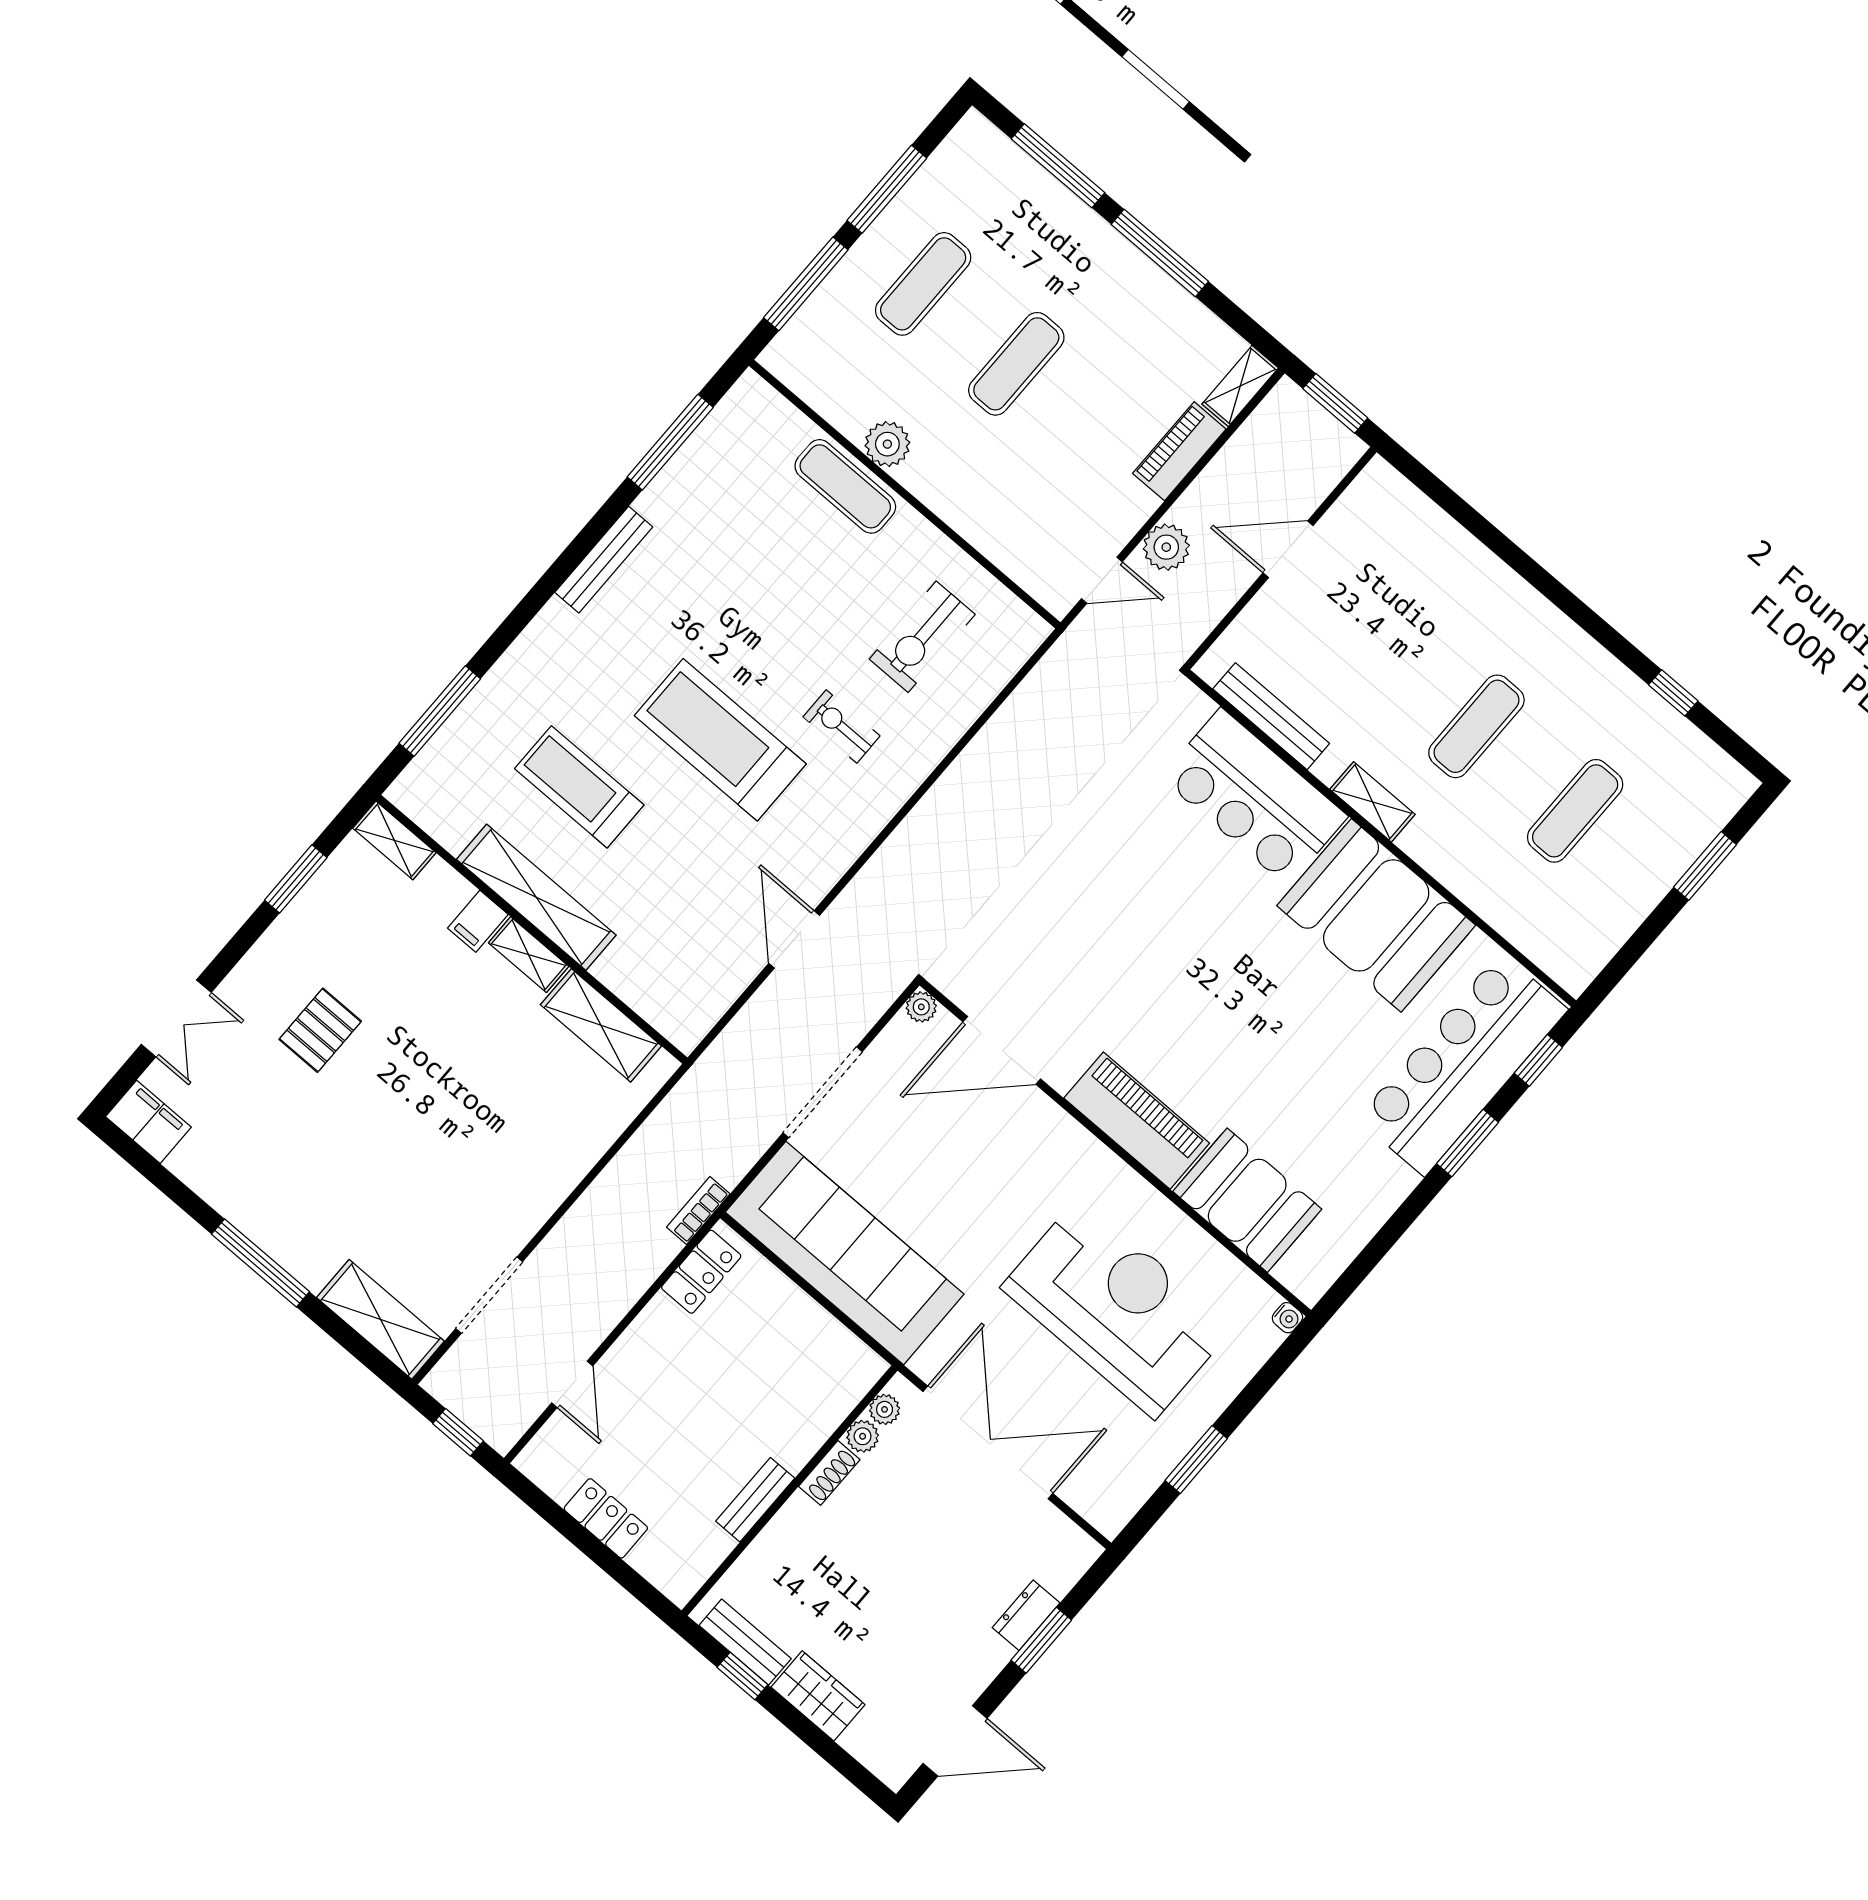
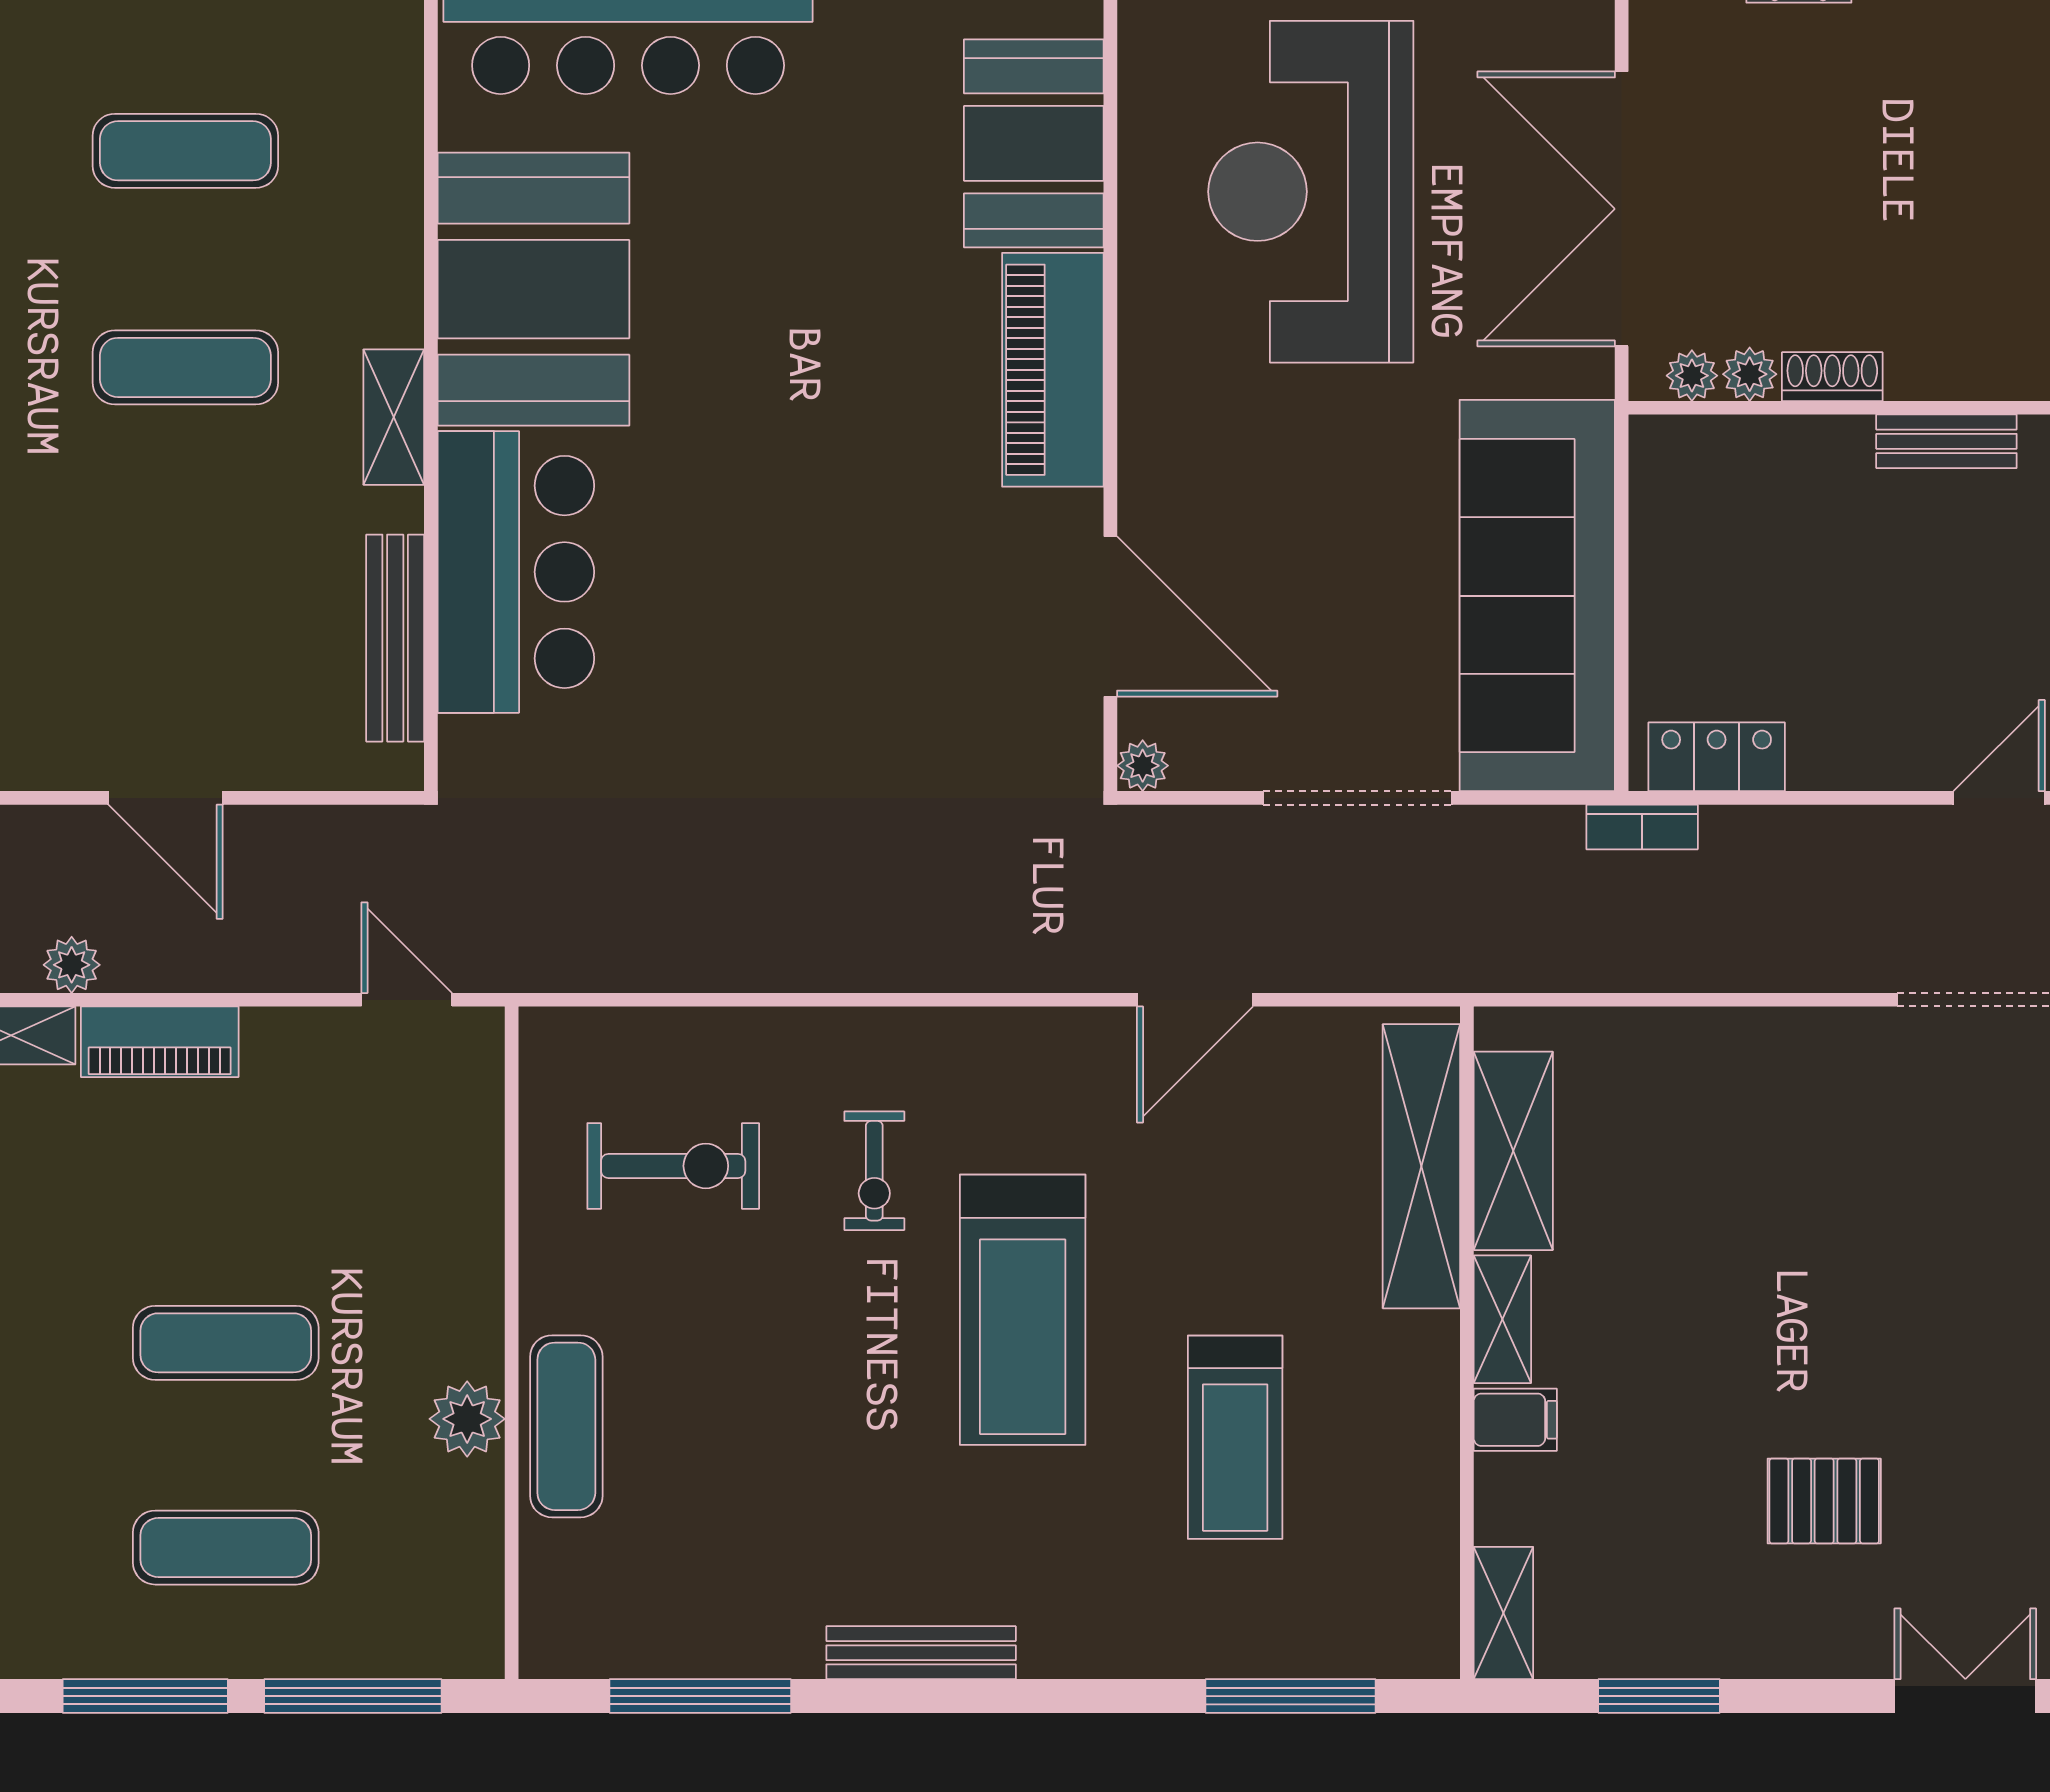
plant: (1166, 547) -> (72, 965), moved, width x0.73, depth x0.73
shelving: (536, 897) -> (1421, 1166), moved

